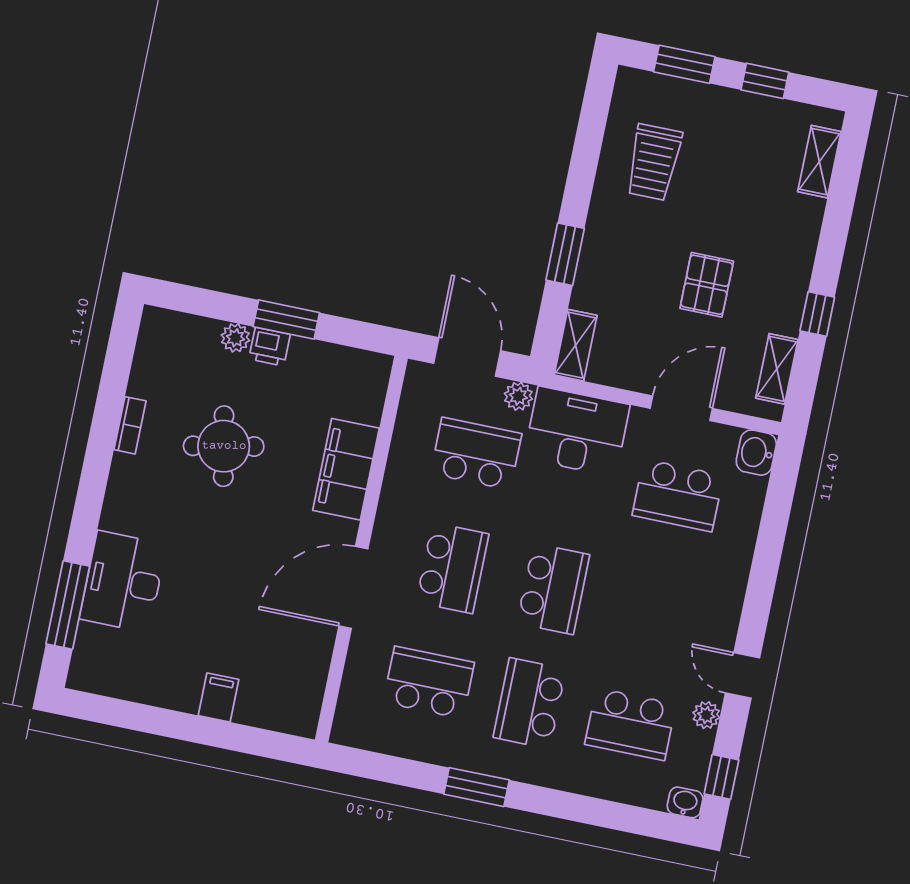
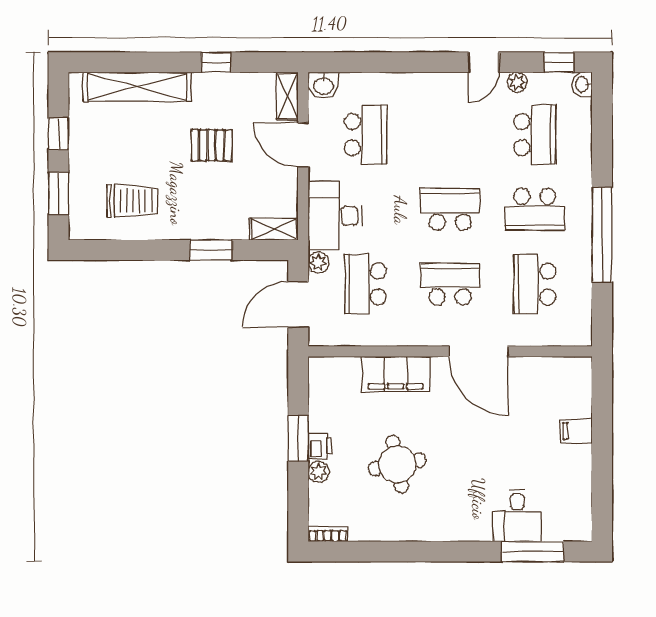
shelving: (819, 162) -> (137, 87), width x2.20, depth x1.33
shelving: (777, 369) -> (287, 96), moved, turned 90
bookcase: (130, 425) -> (328, 534), moved
desk: (123, 582) -> (517, 516), width x0.73
window: (477, 787) -> (602, 235), width x2.11

